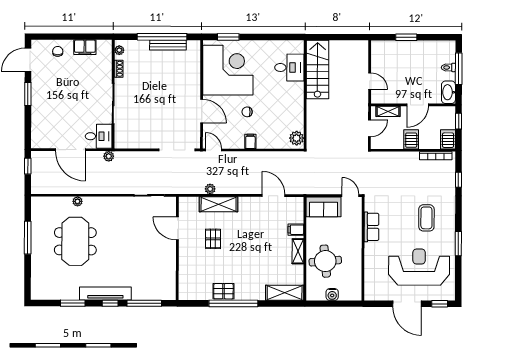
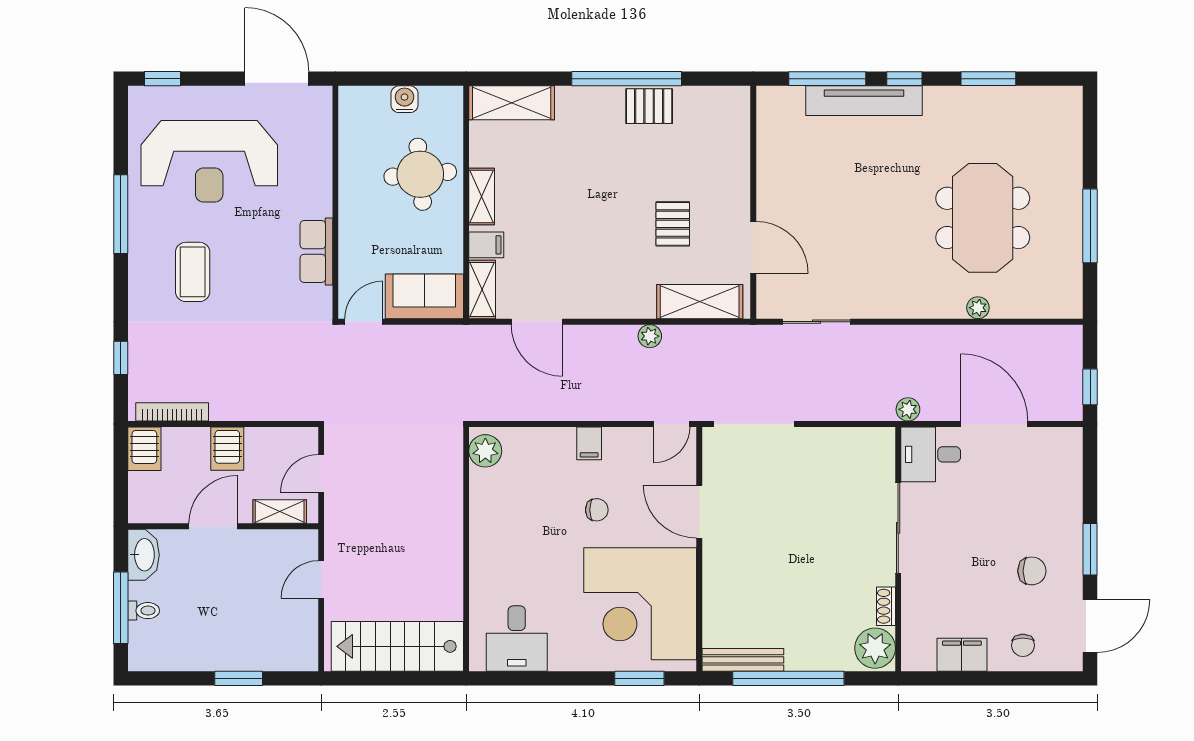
bench: (168, 45) -> (743, 660), moved
plant: (119, 50) -> (875, 648), width x1.87, depth x1.87
desk: (289, 68) -> (517, 638), moved, turned -90
stairs: (318, 70) -> (397, 646), moved, turned 90
door: (370, 81) -> (321, 579), hinge flipped
chair: (54, 84) -> (1032, 571), added
window: (459, 121) -> (121, 490), removed
door: (214, 150) -> (672, 424), hinge flipped
plant: (210, 189) -> (650, 336), moved
door: (350, 196) -> (364, 322), swing flipped
shelving: (219, 204) -> (700, 302), moved
shelving: (298, 210) -> (482, 290), added
window: (458, 244) -> (121, 214), width x1.44
tv unit: (105, 293) -> (864, 101), moved
door: (407, 304) -> (277, 79), moved

